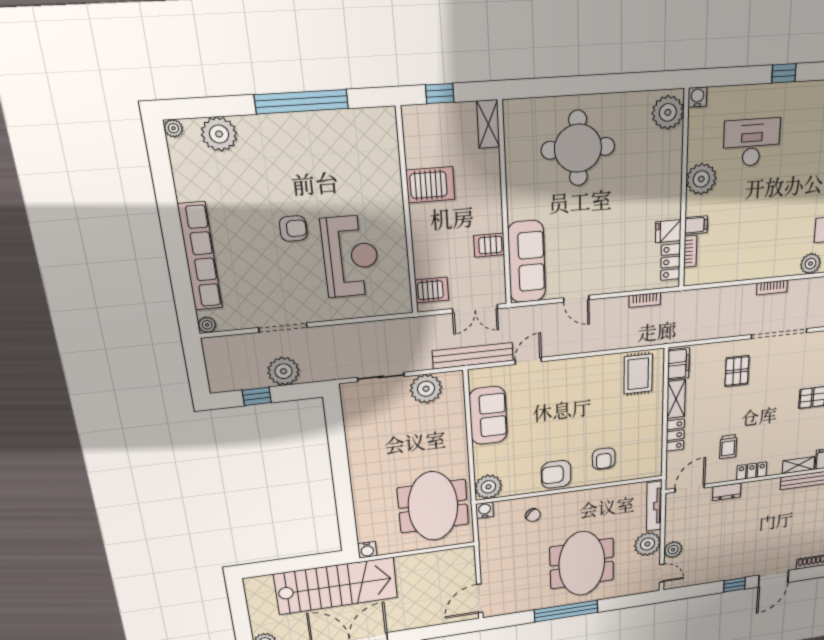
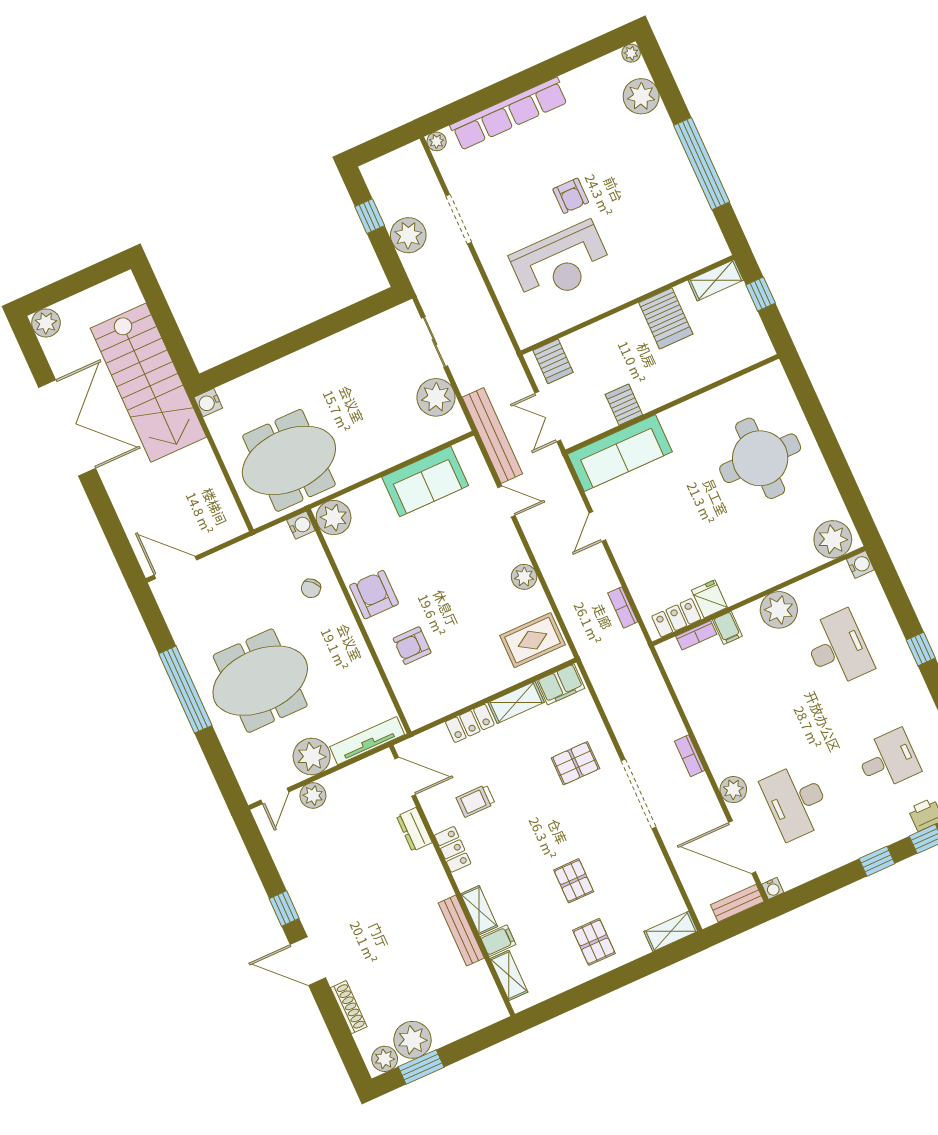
shelving: (488, 124) -> (716, 280), moved
plant: (590, 366) -> (524, 577), added

